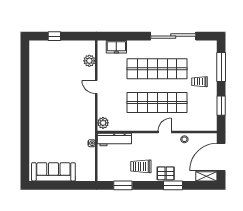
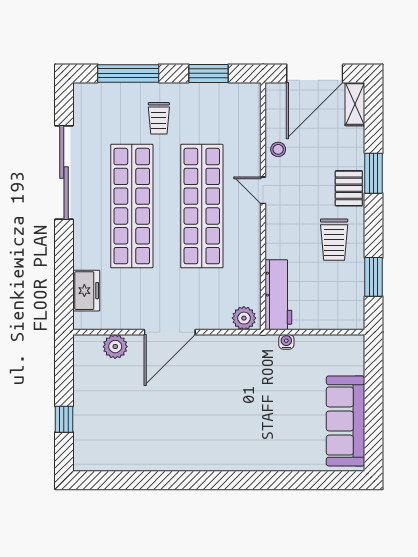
door: (96, 87) -> (170, 332), width x1.88
door: (221, 157) -> (315, 73), hinge flipped

